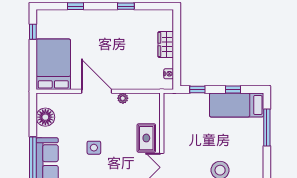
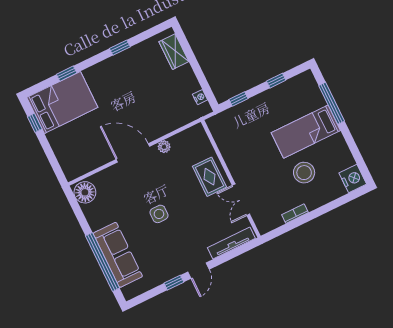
wardrobe: (166, 45) -> (174, 52), moved
bed: (53, 64) -> (62, 102), moved, turned 90
bed: (237, 105) -> (306, 132), moved
floor lamp: (45, 117) -> (85, 192), moved

